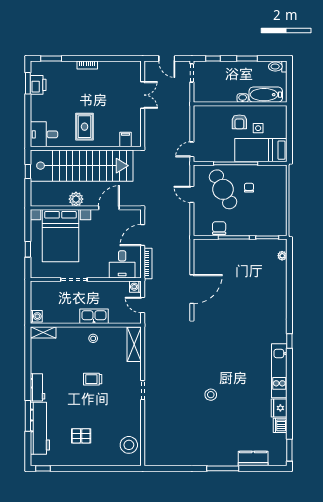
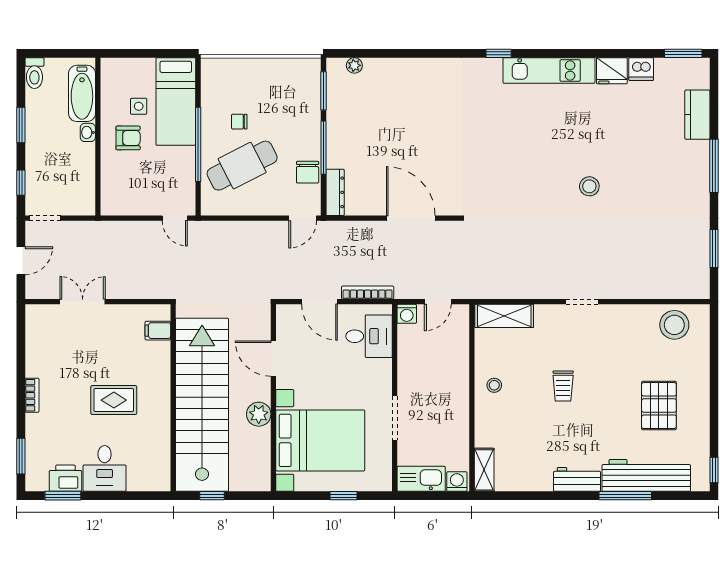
rug: (85, 127) -> (114, 400), moved
desk: (44, 134) -> (105, 468), moved
door: (192, 194) -> (303, 218), moved
chair: (219, 228) -> (308, 172), turned -90
dresser: (207, 244) -> (335, 192), added
kitchen sink: (94, 316) -> (421, 479), moved, turned 90
pallet: (81, 436) -> (659, 406), width x1.50, depth x1.42
window: (174, 468) -> (714, 249), added

